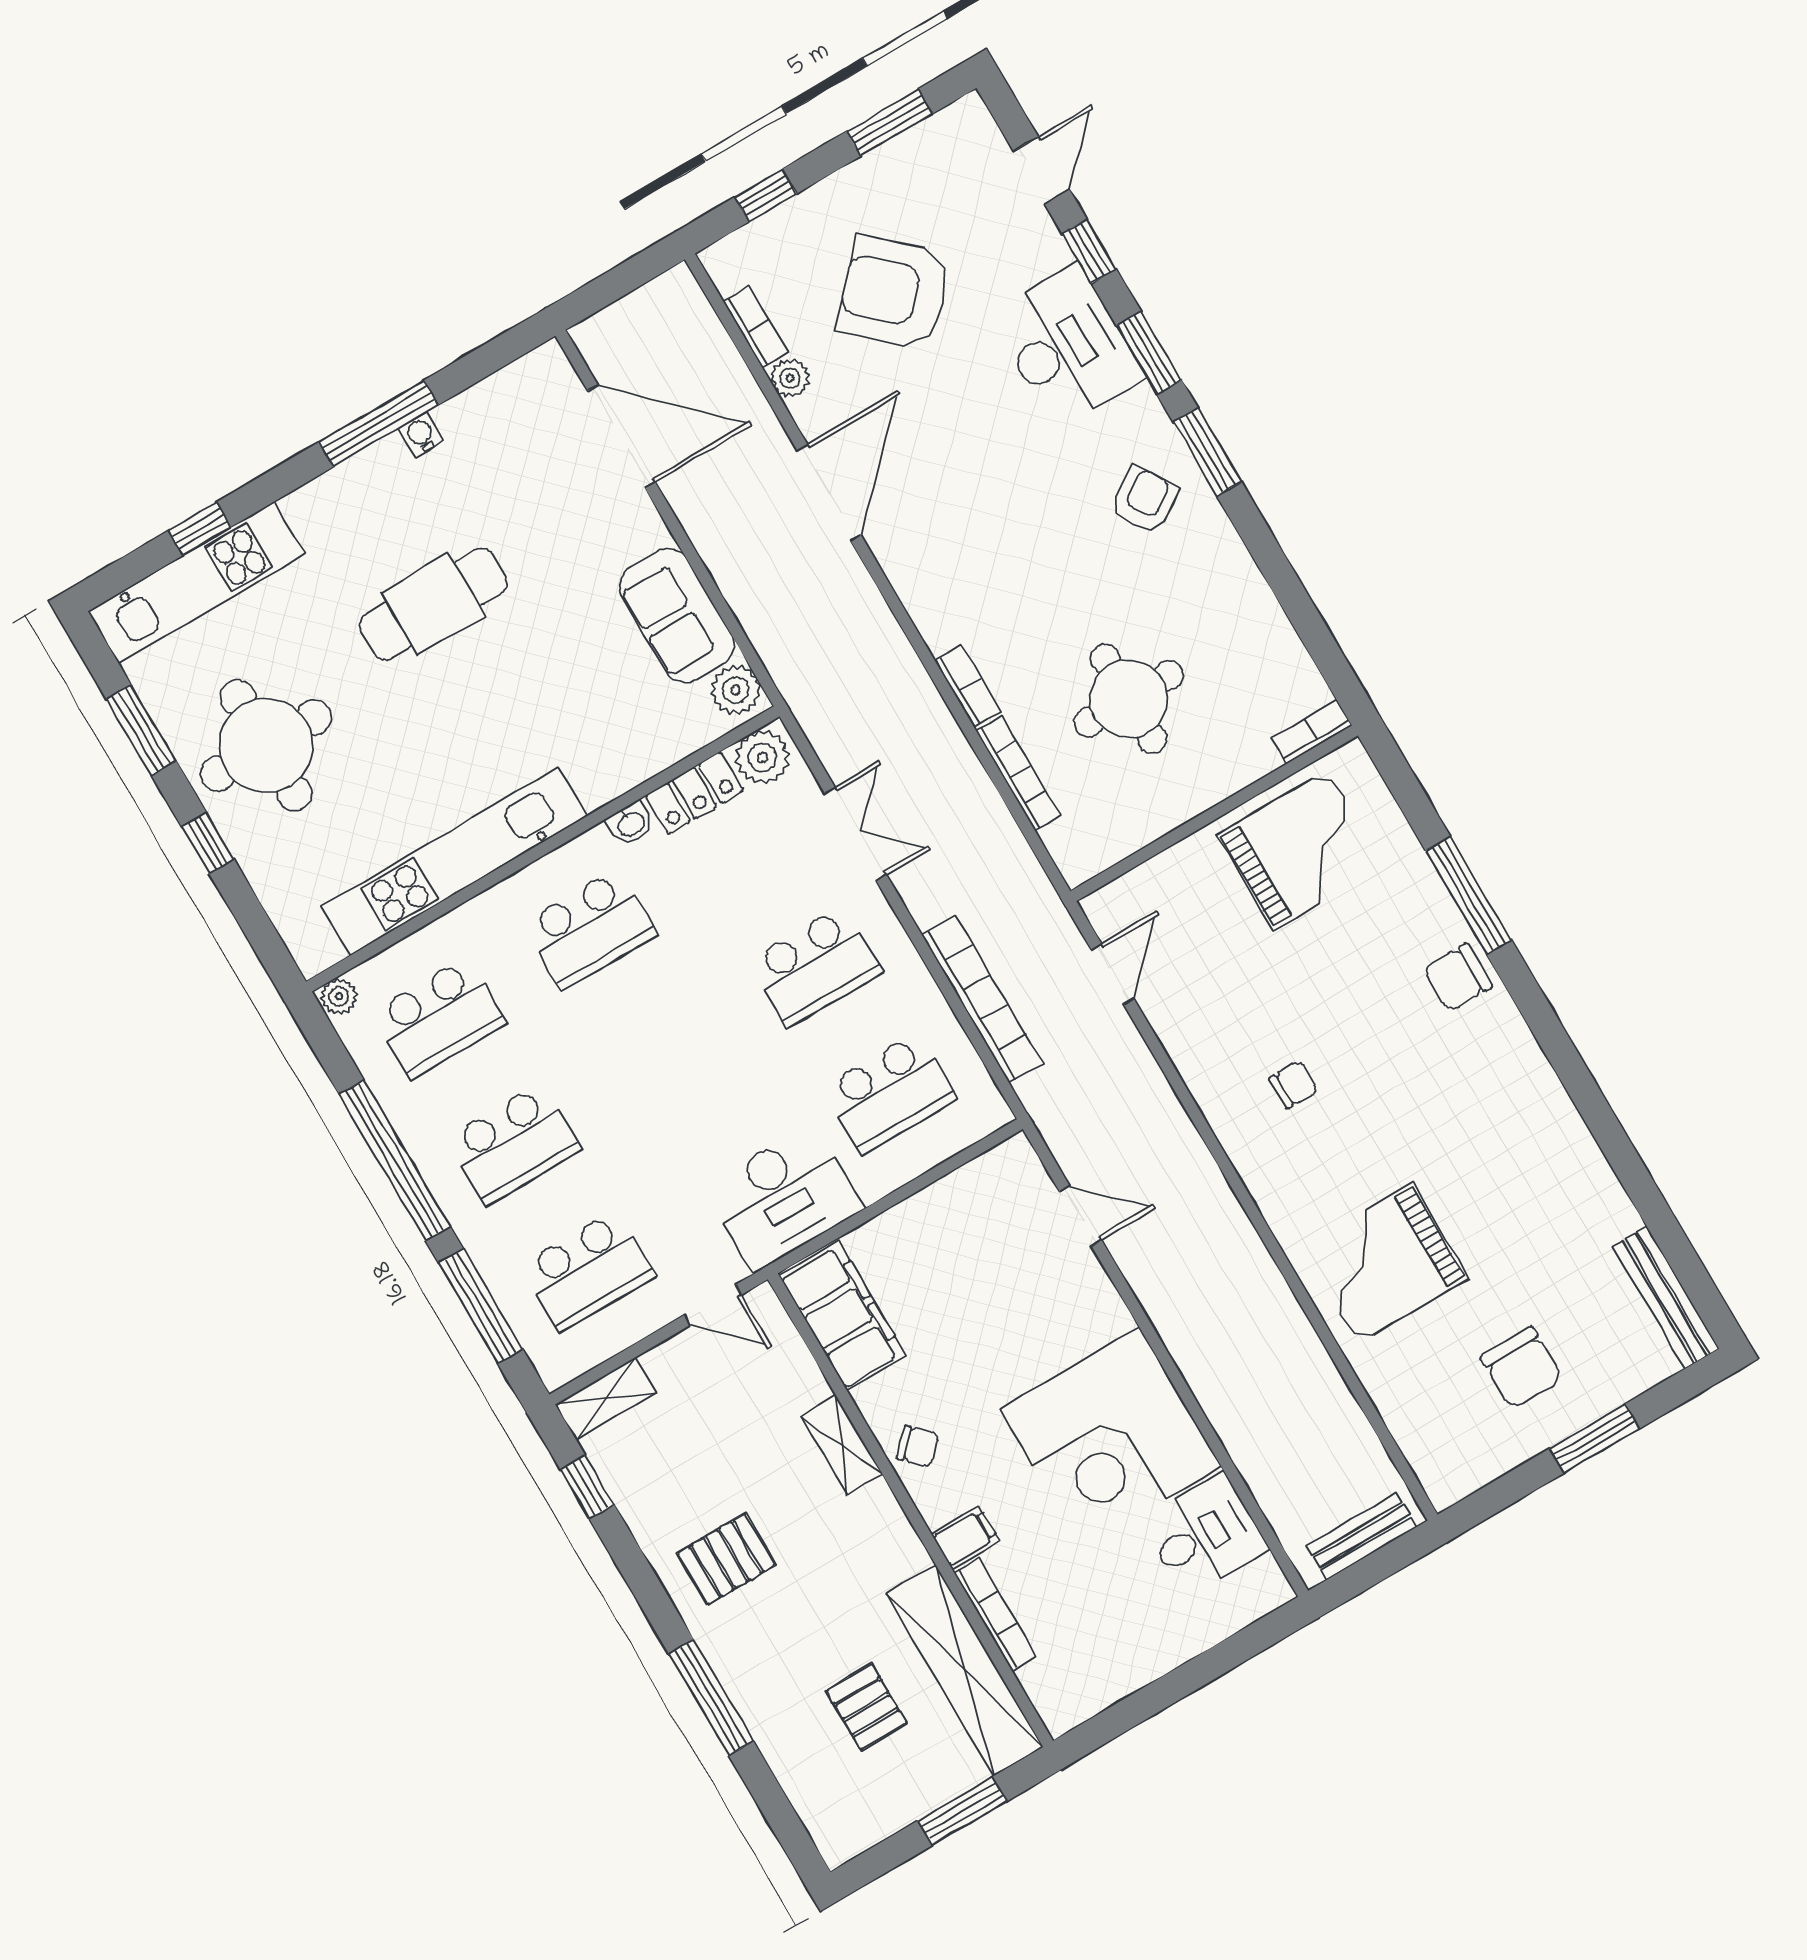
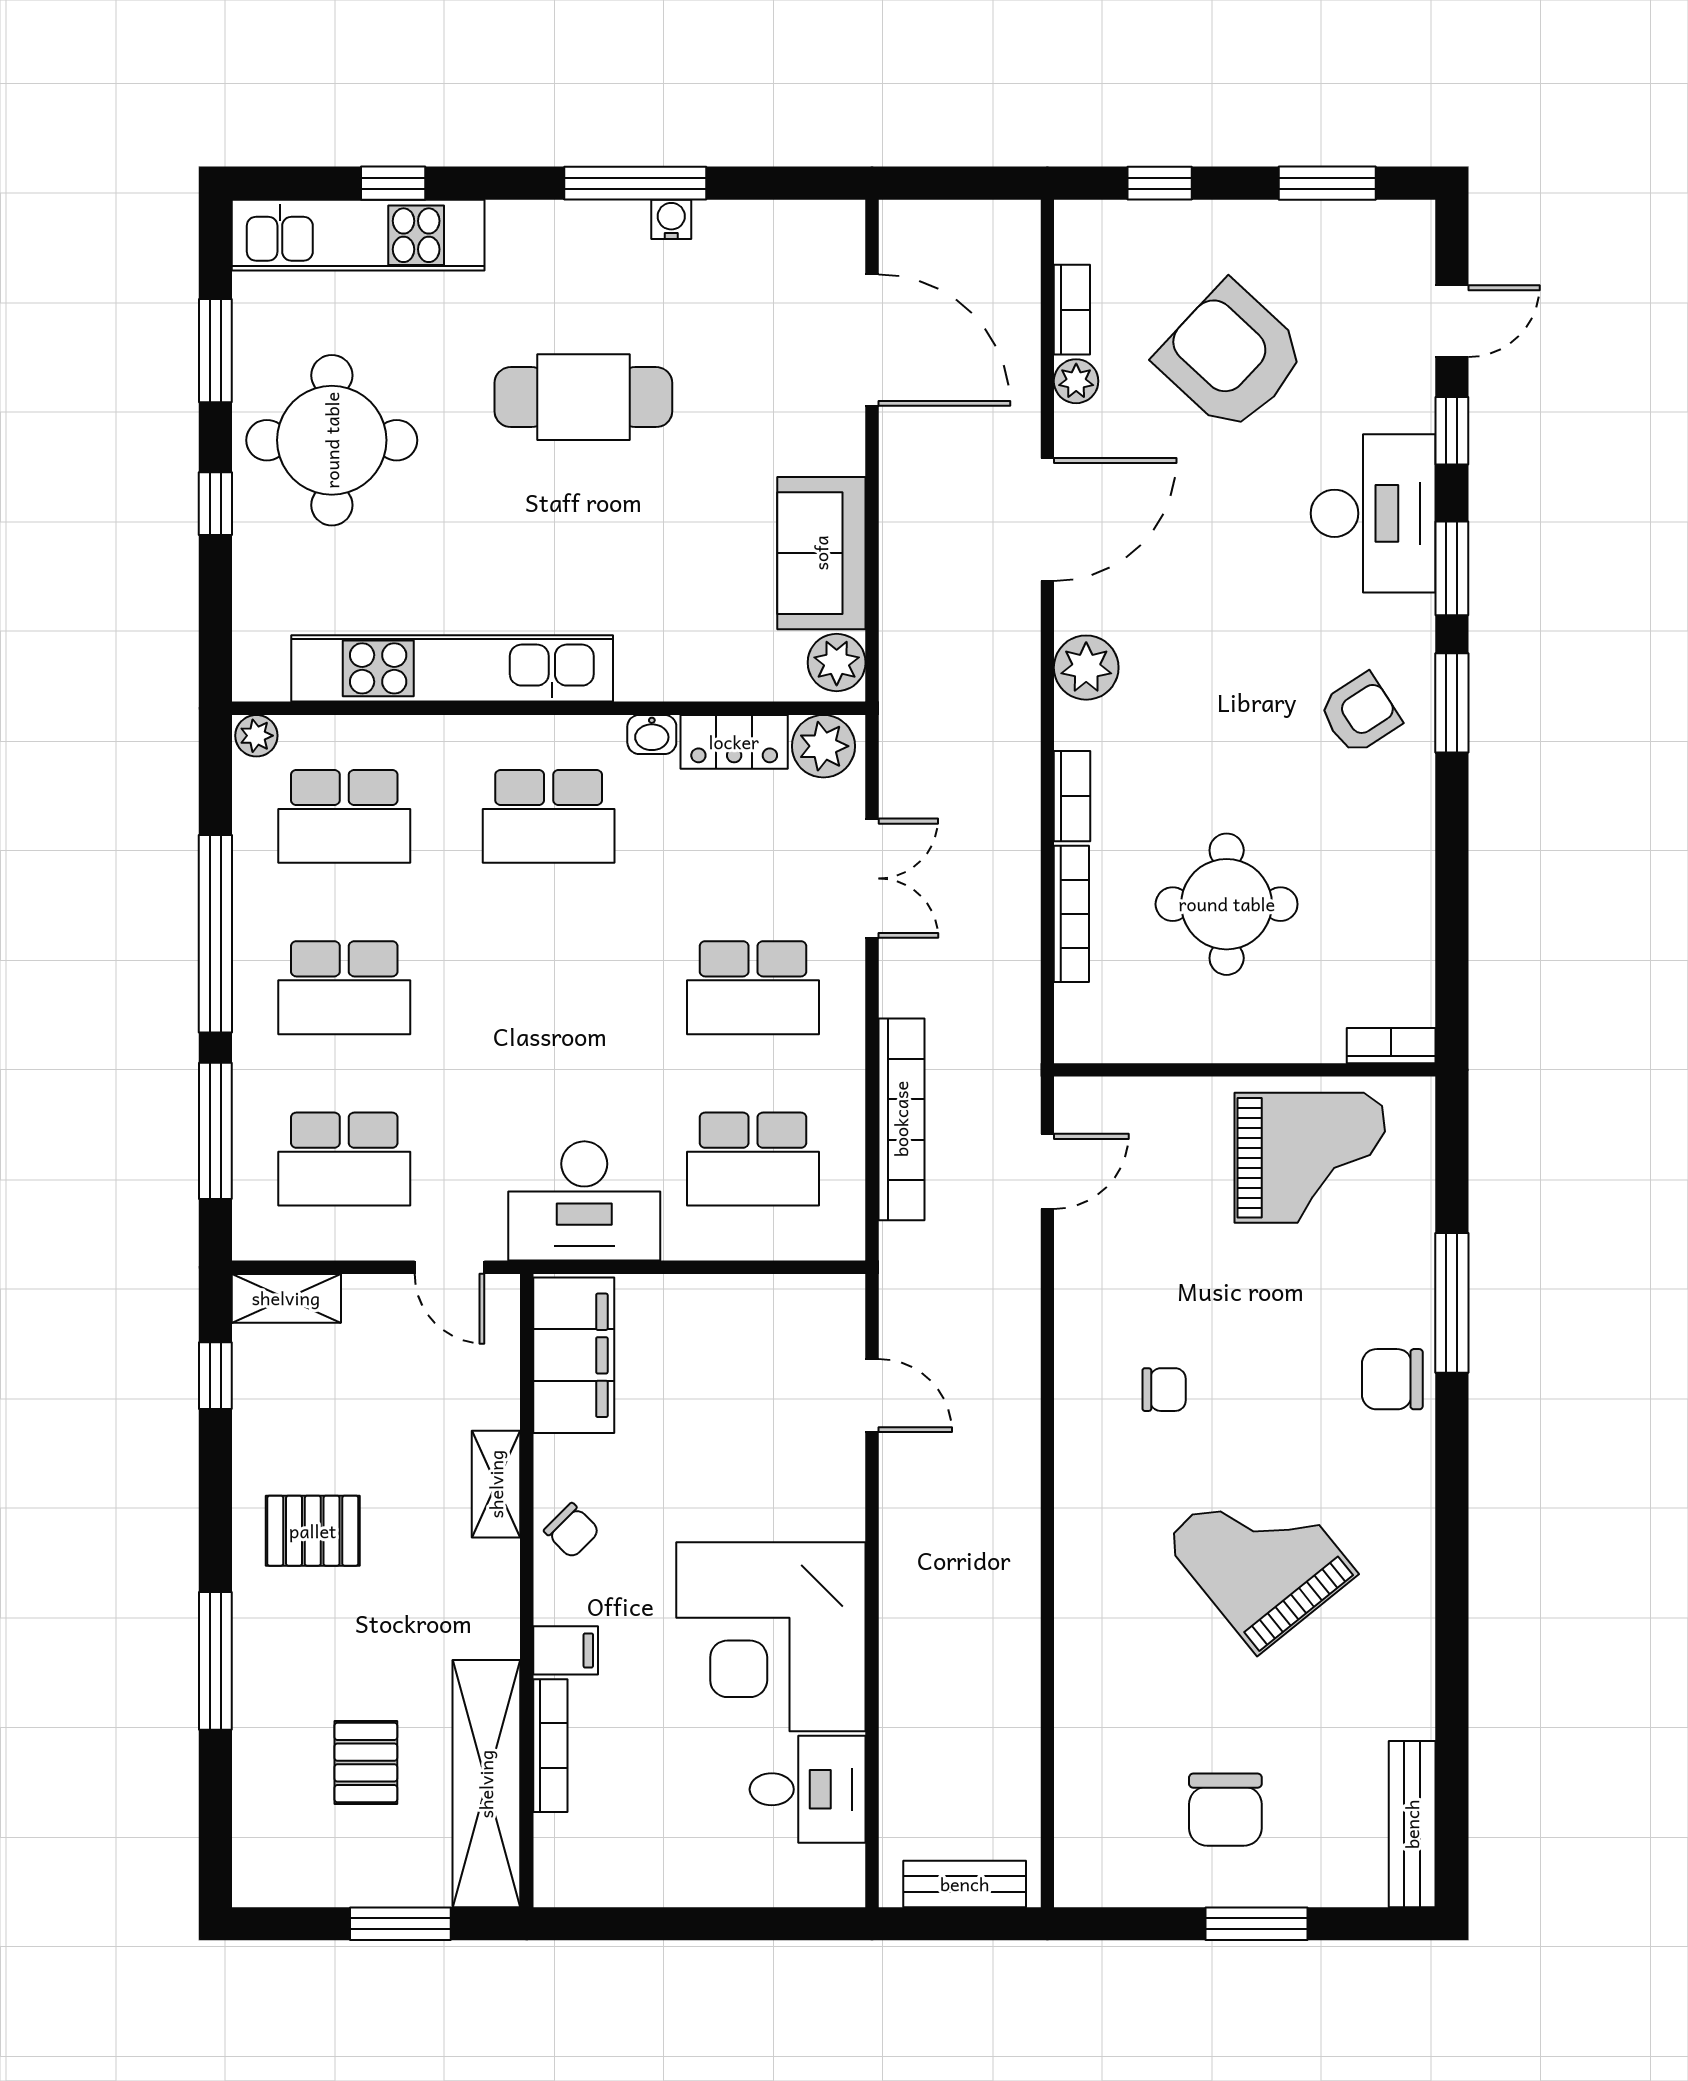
plant: (922, 585) -> (1086, 668), added
grand piano: (1385, 1263) -> (1261, 1557), moved, turned 51

